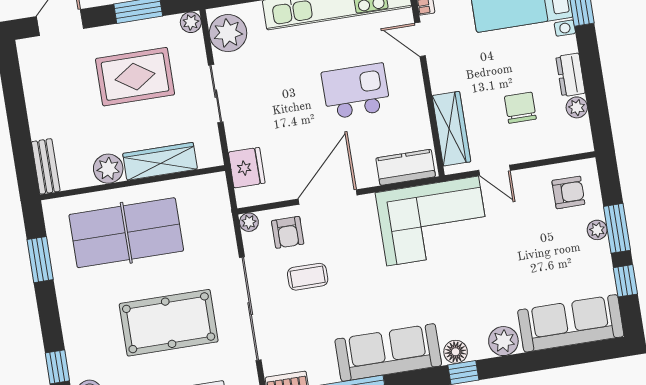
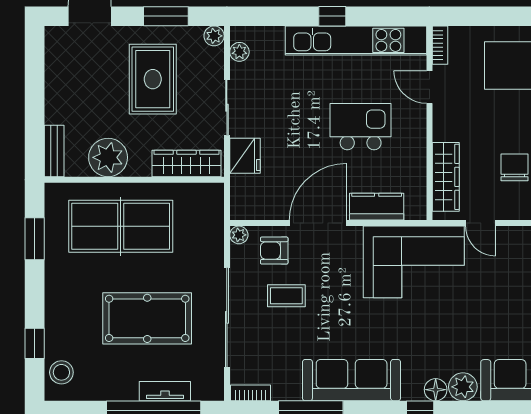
plant: (228, 33) -> (239, 52), width x0.53, depth x0.53
rug: (135, 77) -> (153, 79), turned 90
wardrobe: (160, 161) -> (186, 163), moved
kitchen counter: (406, 167) -> (377, 207), moved
fridge: (247, 168) -> (245, 156), moved
plant: (108, 169) -> (108, 157), width x1.36, depth x1.36
armchair: (288, 232) -> (274, 251), turned 90
floor lamp: (456, 352) -> (436, 390), moved

